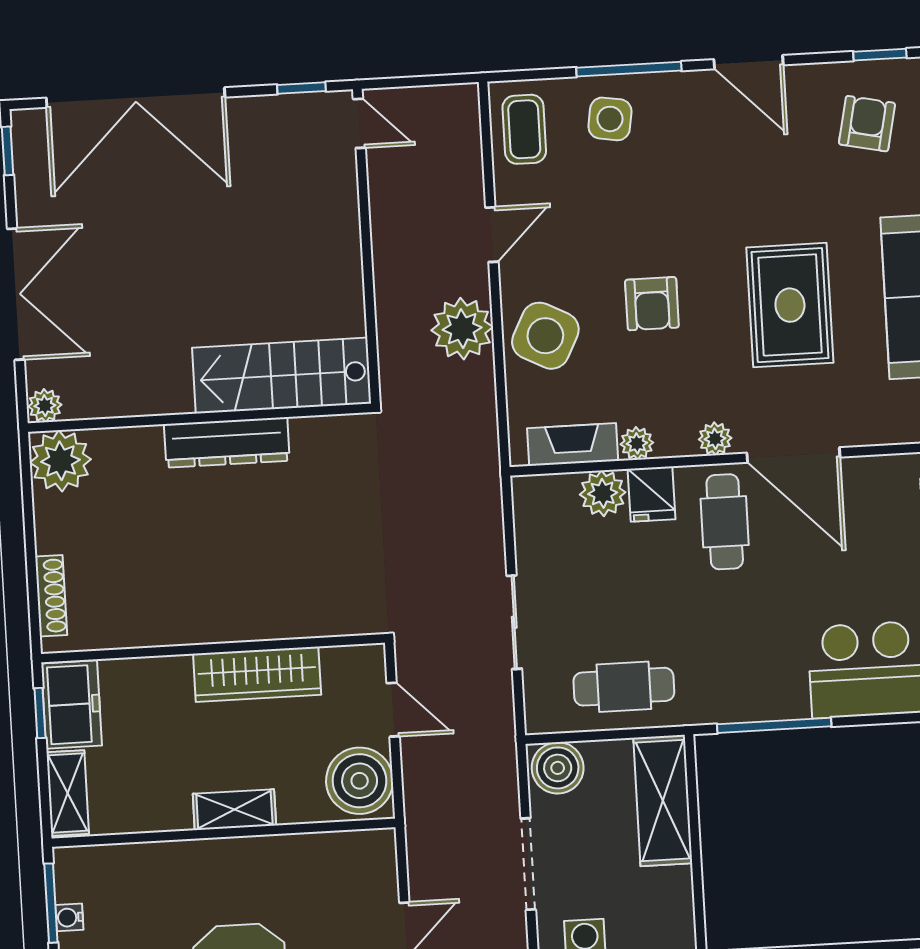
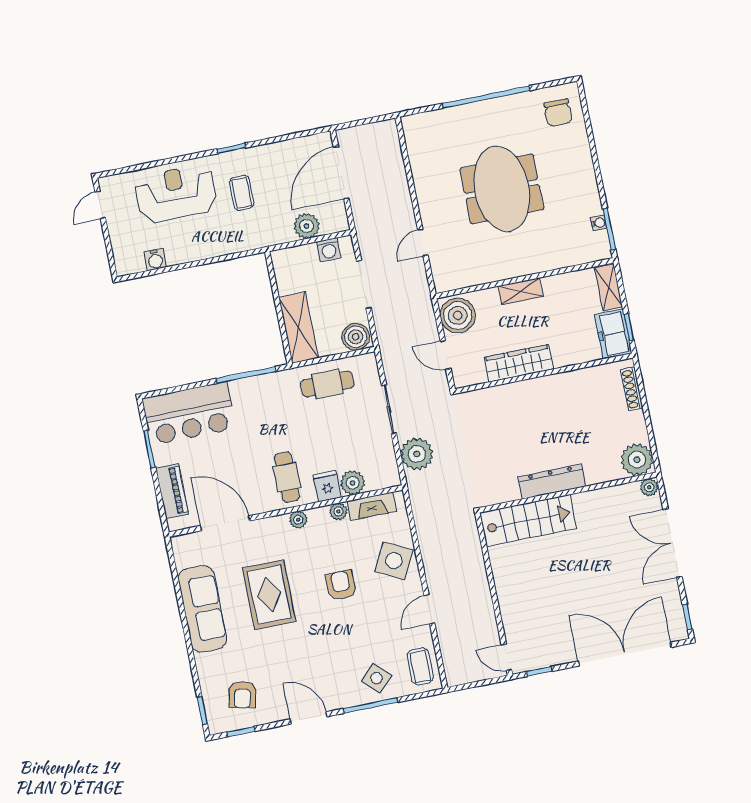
side table: (610, 119) -> (376, 678), turned 36
plant: (462, 329) -> (417, 454), moved
door: (793, 455) -> (225, 523), moved

